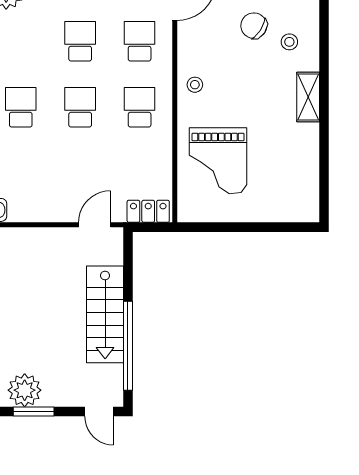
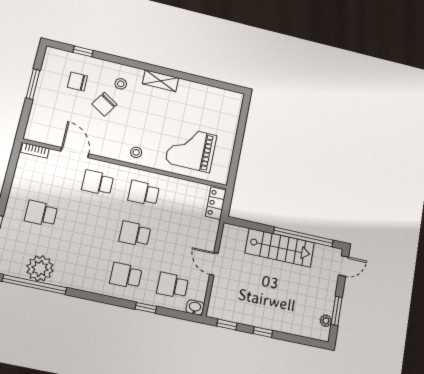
school desk: (80, 41) -> (173, 285), moved
grand piano: (218, 161) -> (191, 149), turned 180
door: (95, 225) -> (214, 264), moved
plant: (25, 390) -> (326, 321), width x0.53, depth x0.53

